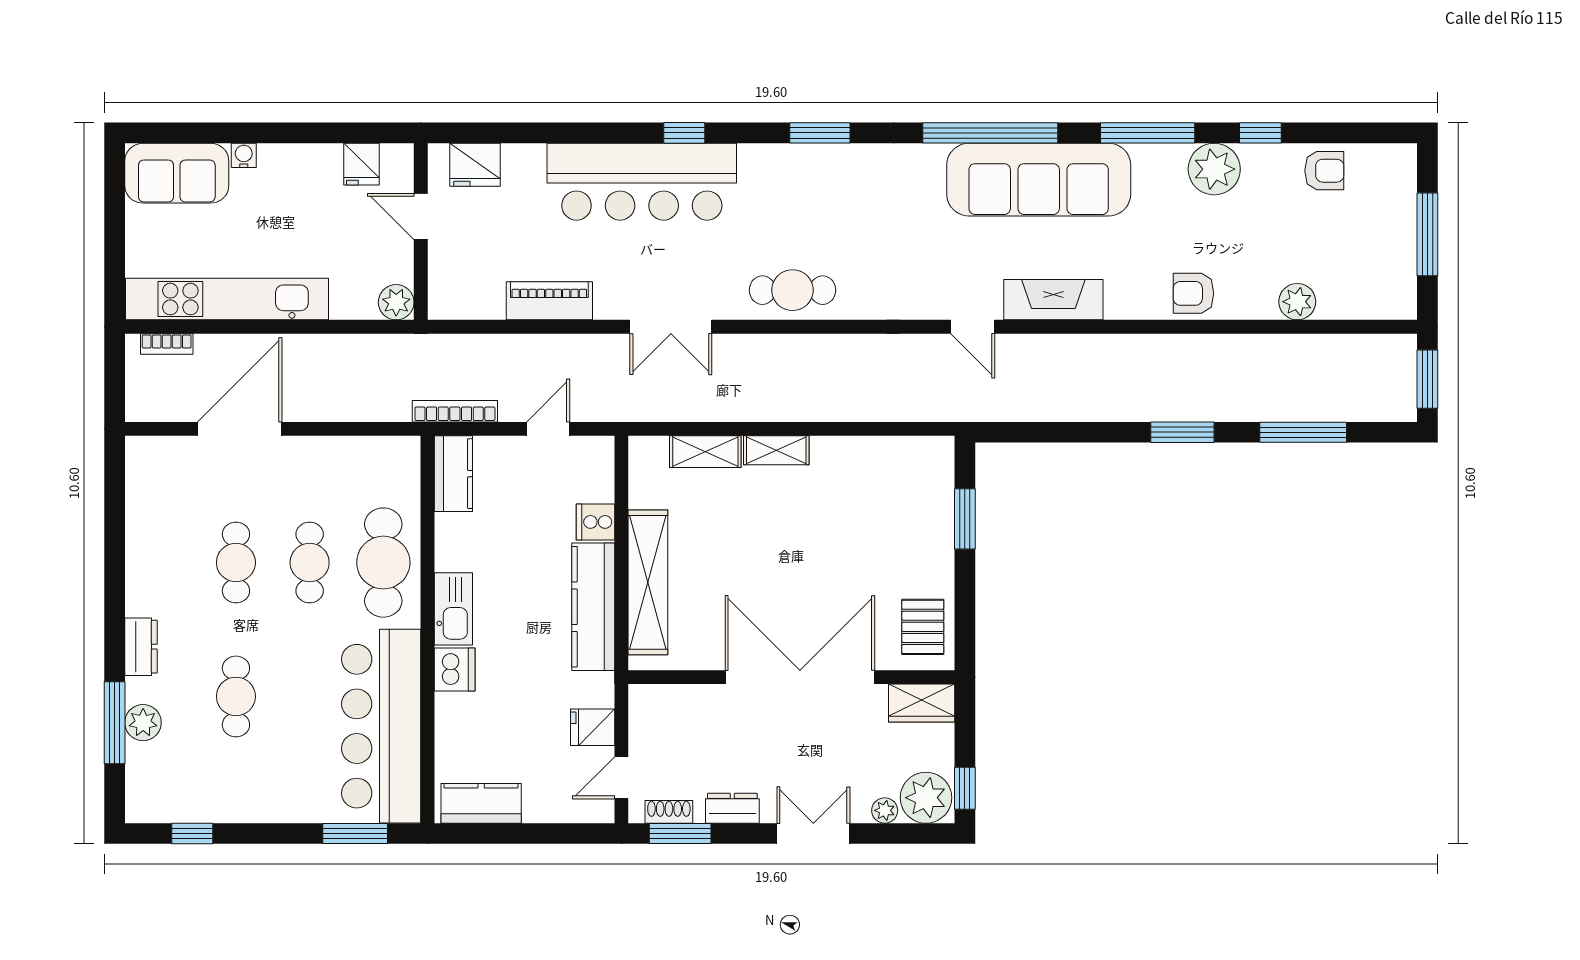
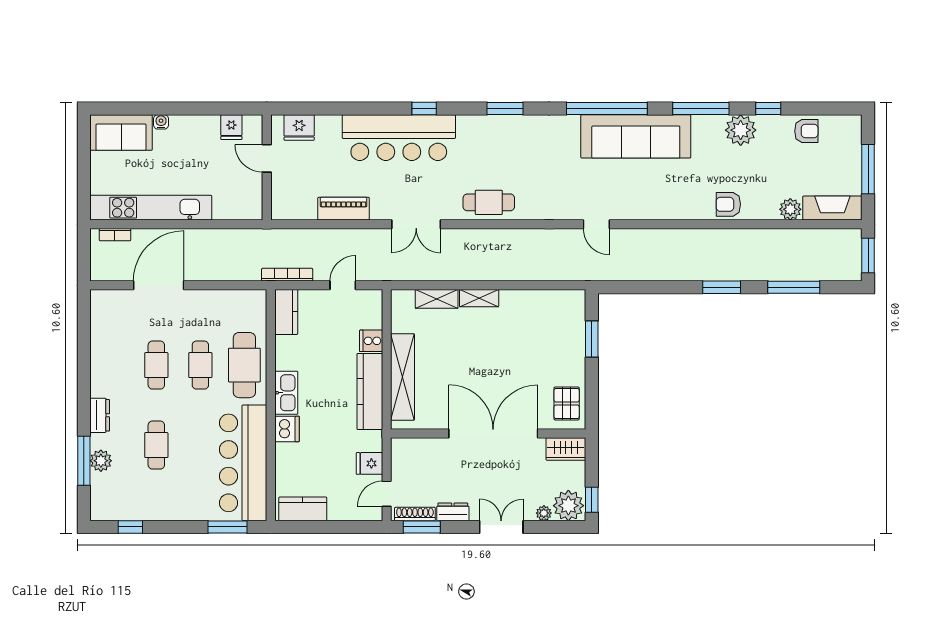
fireplace: (1053, 300) -> (832, 208), moved
plant: (396, 302) -> (252, 210), removed
shoe rack: (669, 812) -> (415, 514), width x1.43

